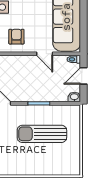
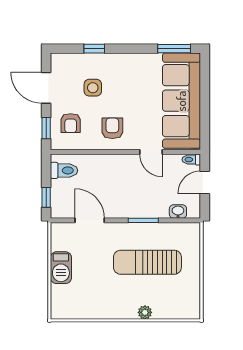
washbasin: (74, 97) -> (178, 211), moved
plant: (40, 170) -> (145, 312), added

